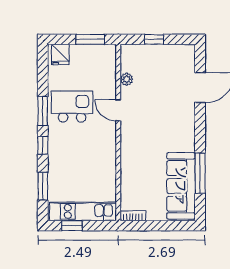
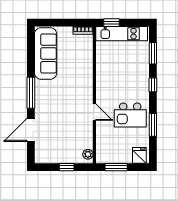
plant: (127, 79) -> (88, 154), moved
window: (43, 111) -> (153, 125), moved
window: (200, 173) -> (31, 93), moved
window: (72, 226) -> (112, 23), moved

